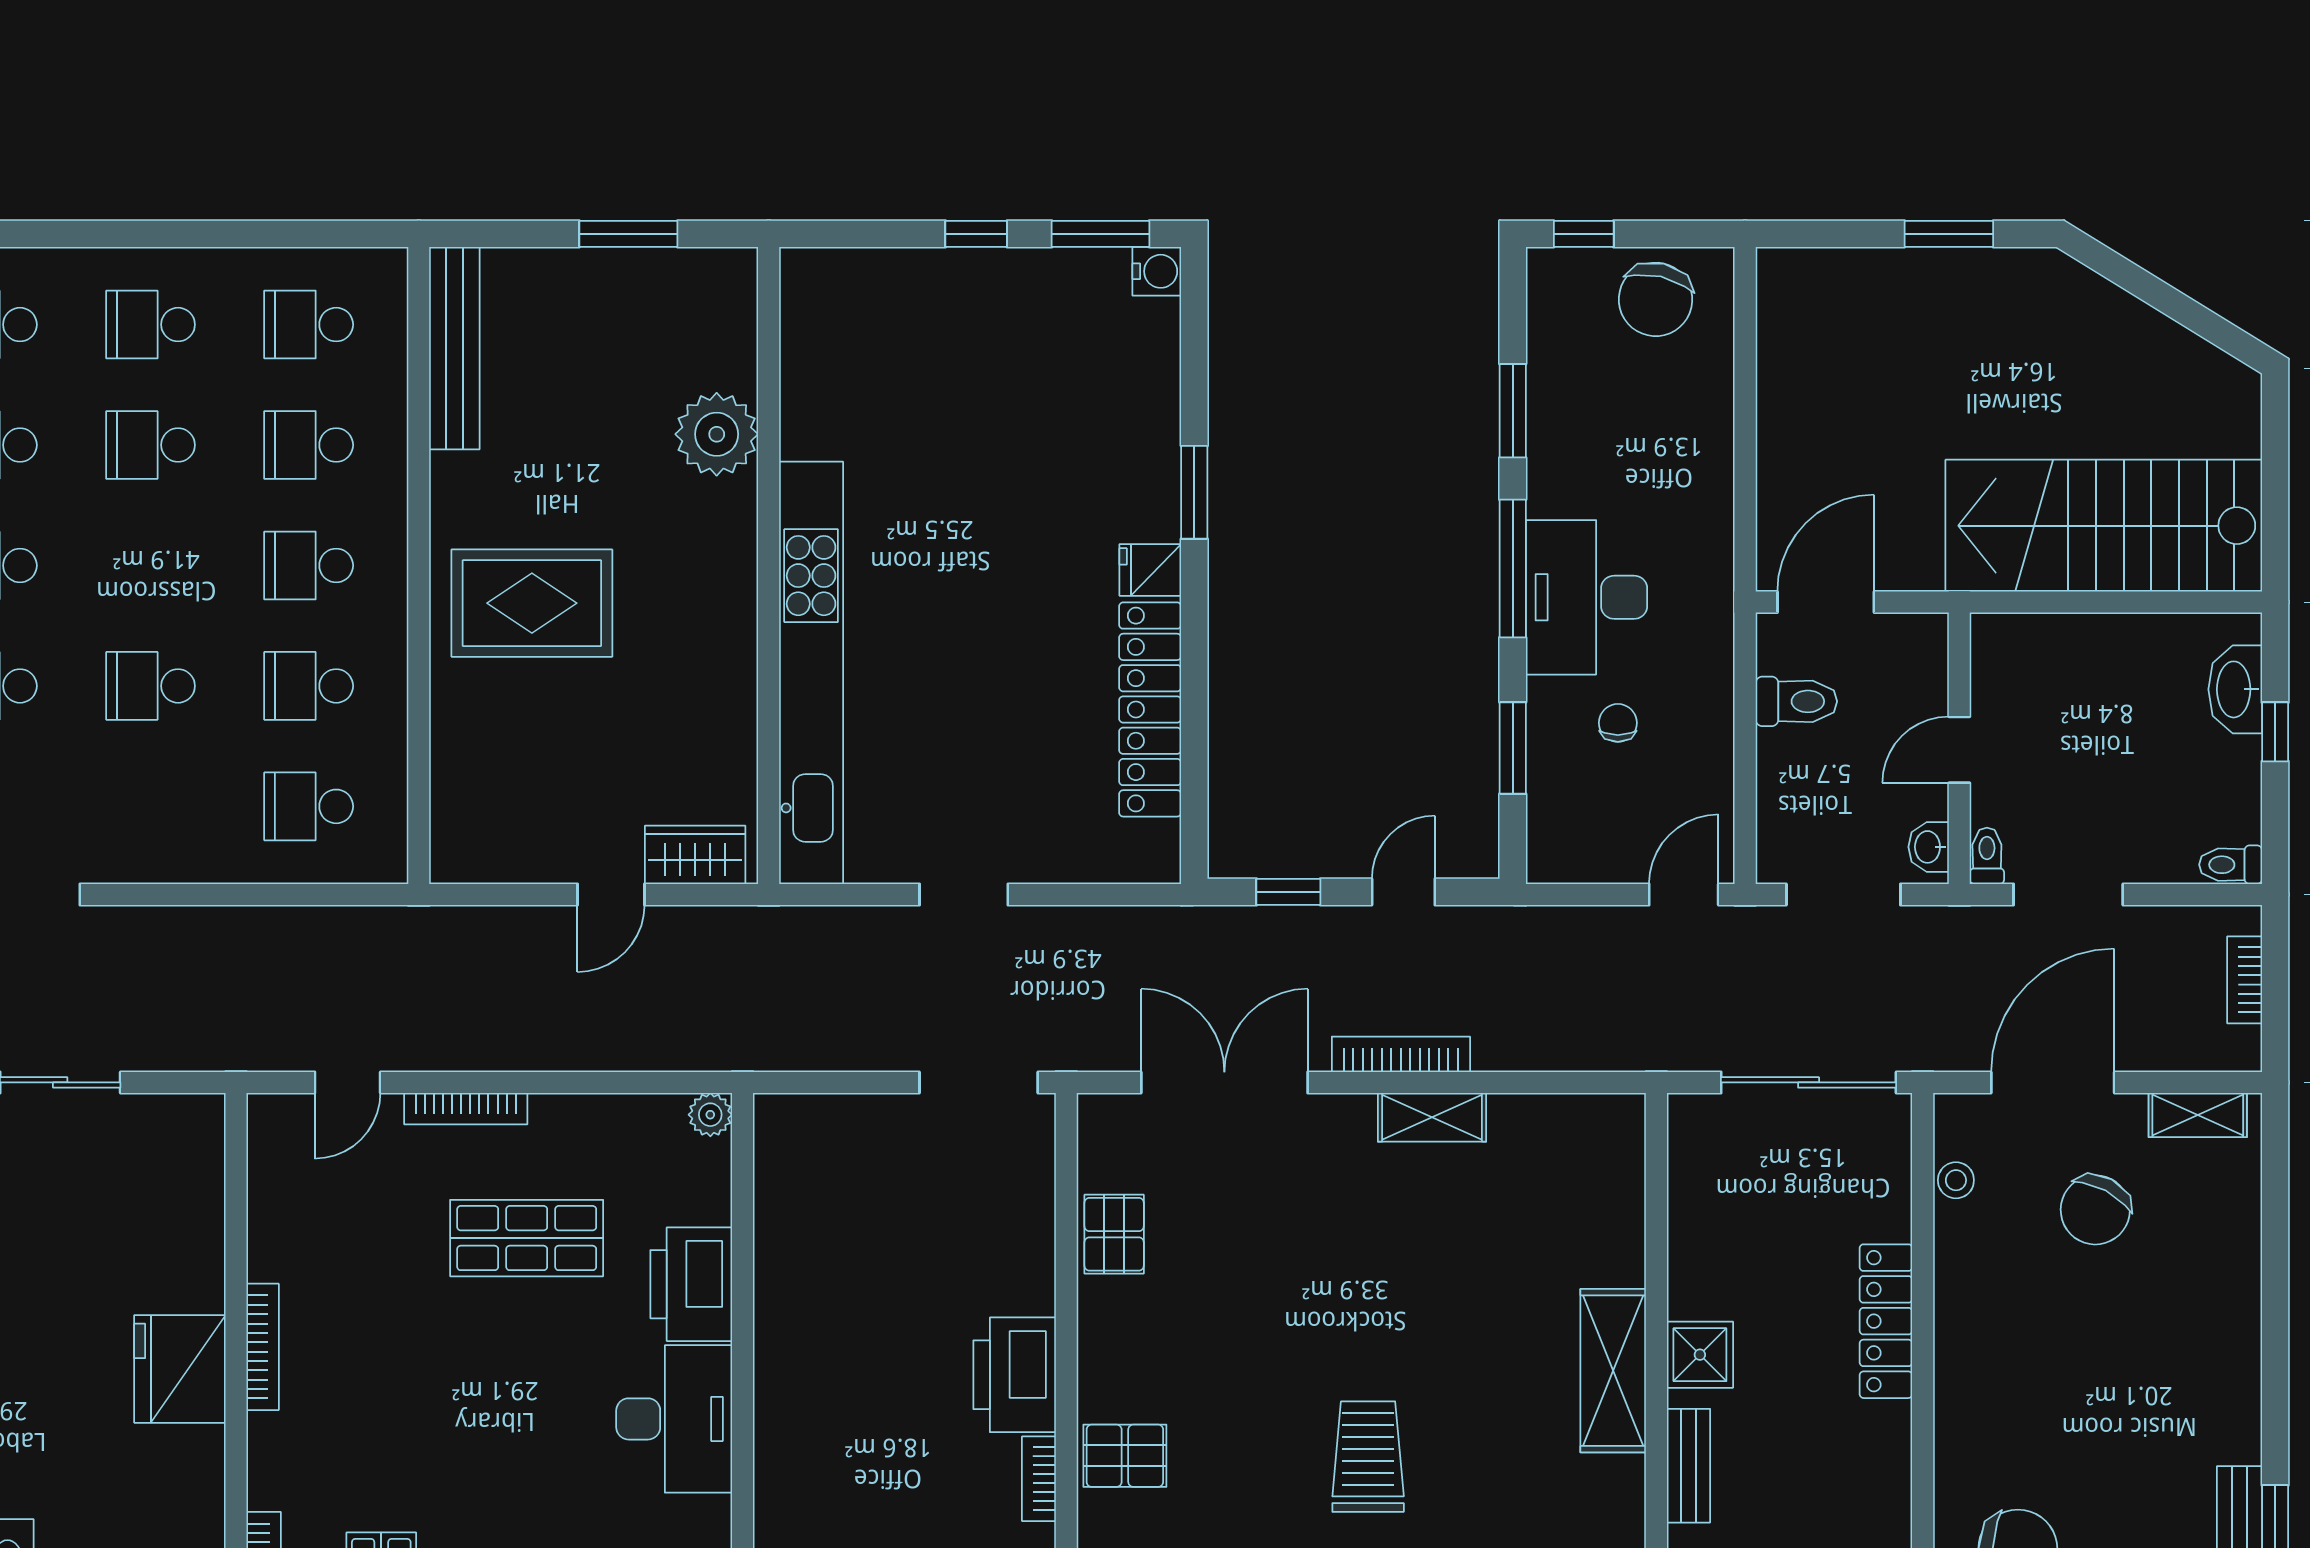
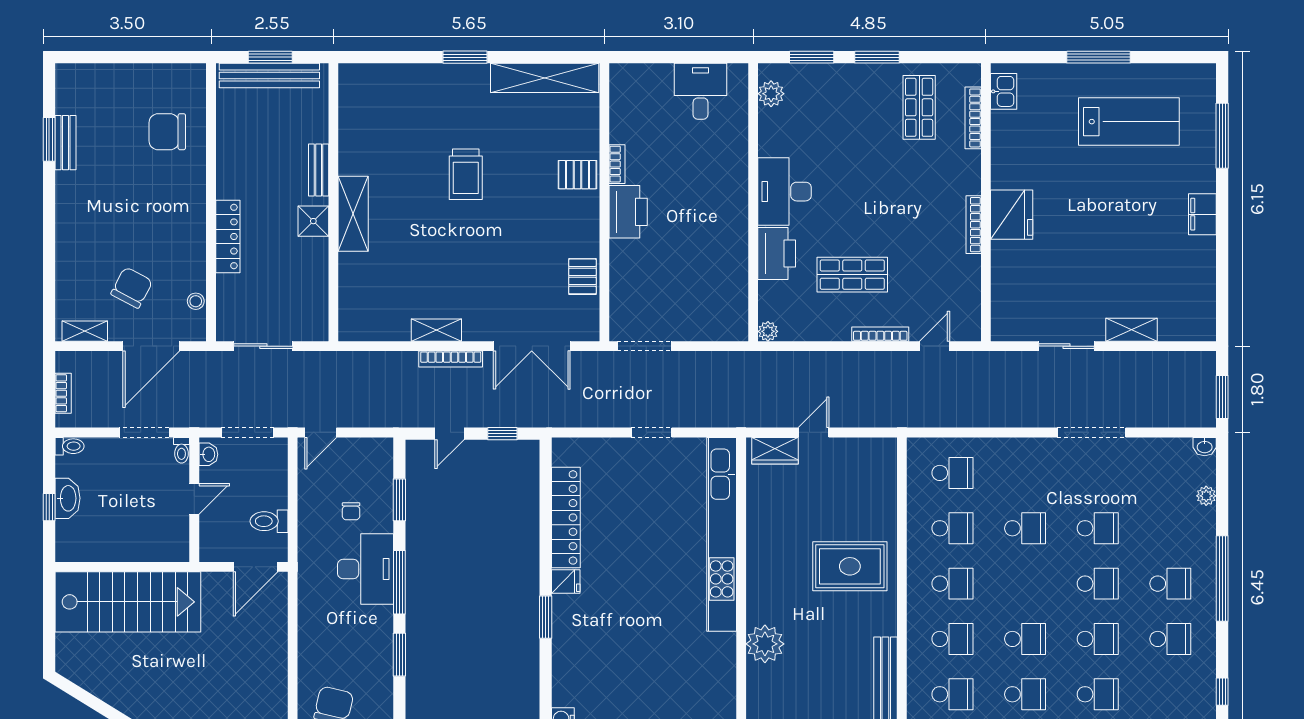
washbasin: (2235, 689) -> (67, 498), moved
sliding door: (1809, 1082) -> (263, 346), width x0.73

